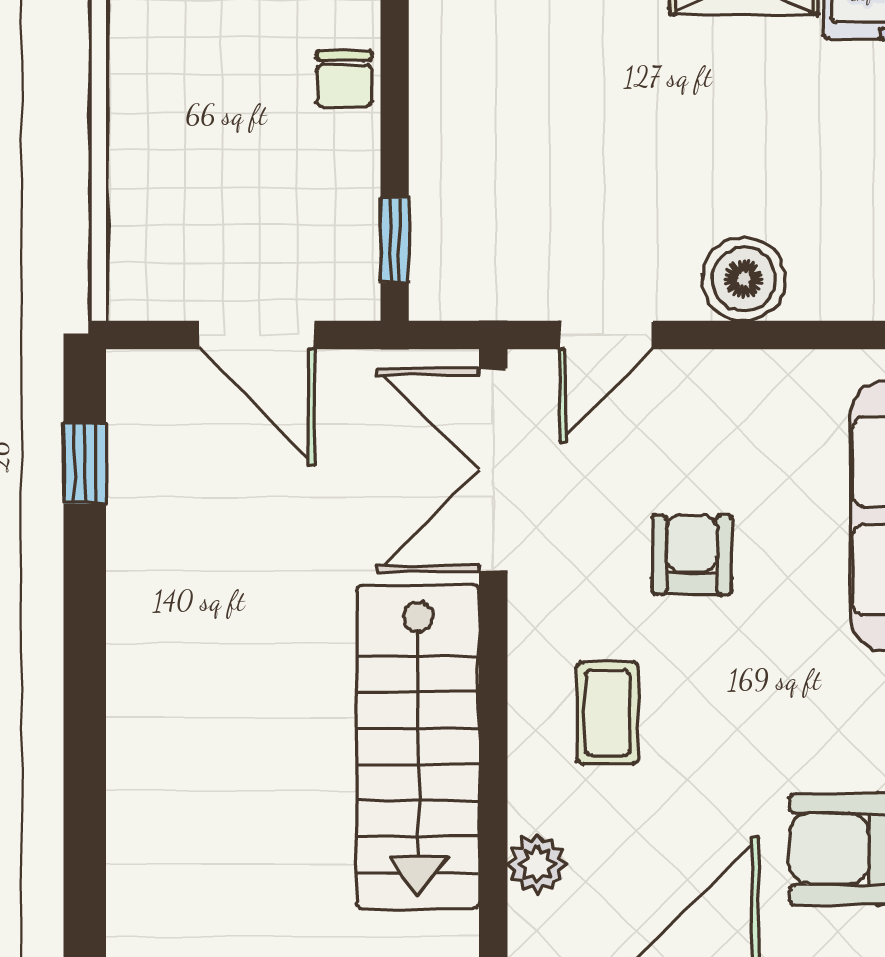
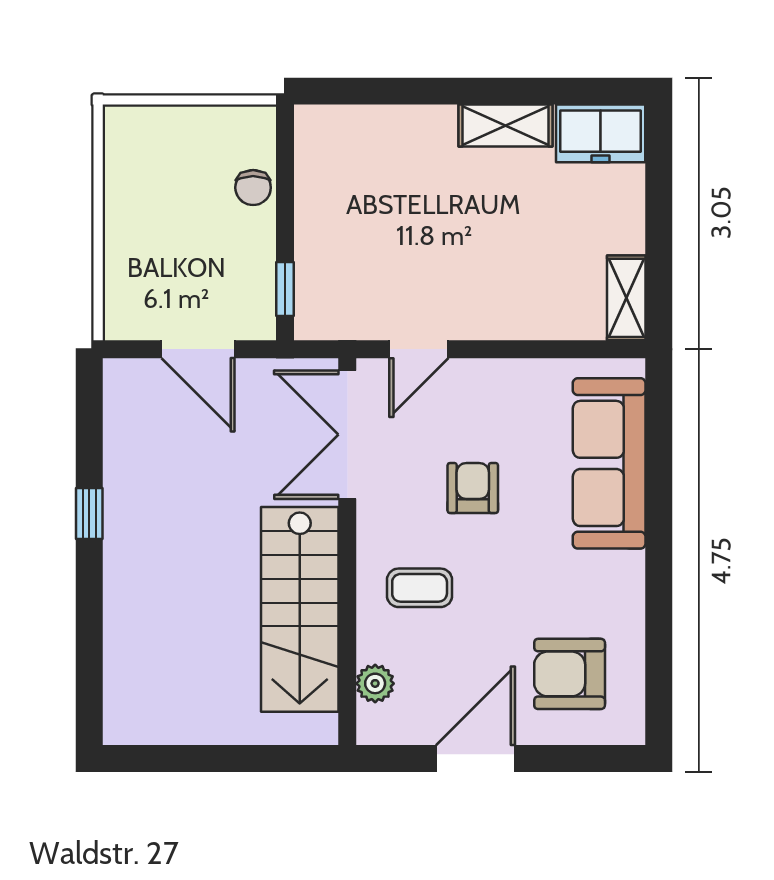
boiler: (744, 279) -> (506, 314), removed
window: (85, 463) -> (89, 513), moved
coffee table: (608, 713) -> (420, 588), turned 90

